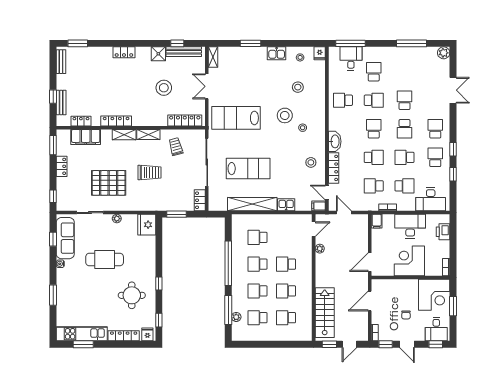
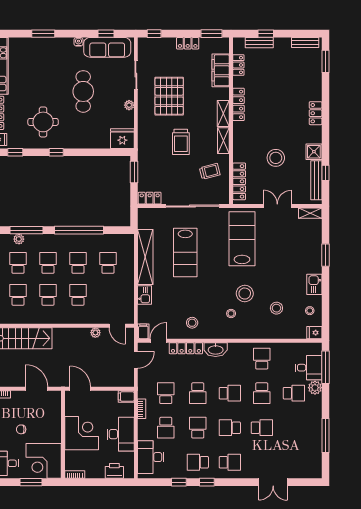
plant: (444, 53) -> (315, 388), moved
school desk: (435, 157) -> (198, 462), turned 180

